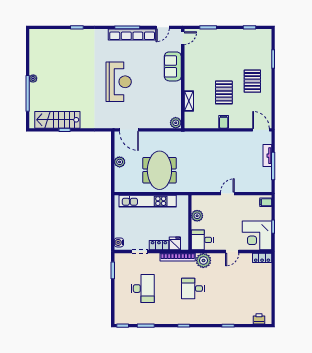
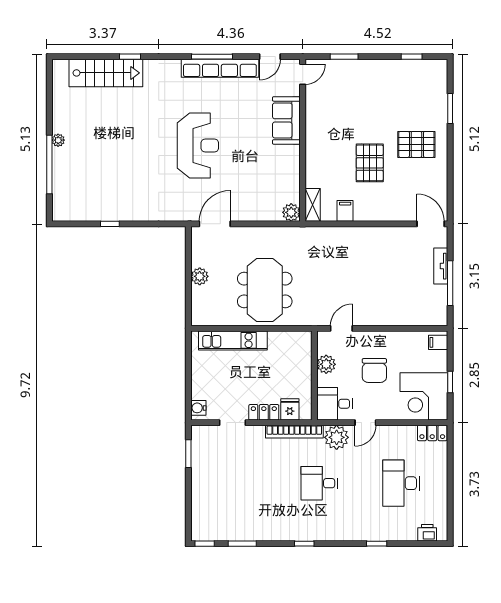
pallet: (252, 81) -> (416, 144), turned 90
shelving: (189, 101) -> (313, 205), moved
stairs: (57, 120) -> (106, 73), moved, turned 180
filing cabinet: (224, 122) -> (345, 211), moved
door: (129, 130) -> (215, 224), swing flipped
door: (227, 194) -> (341, 328), moved
kitchen unit: (148, 201) -> (233, 340), width x0.73
chair: (227, 220) -> (374, 370), added
door: (232, 252) -> (365, 423), moved
desk: (143, 289) -> (401, 483), moved, turned 180

